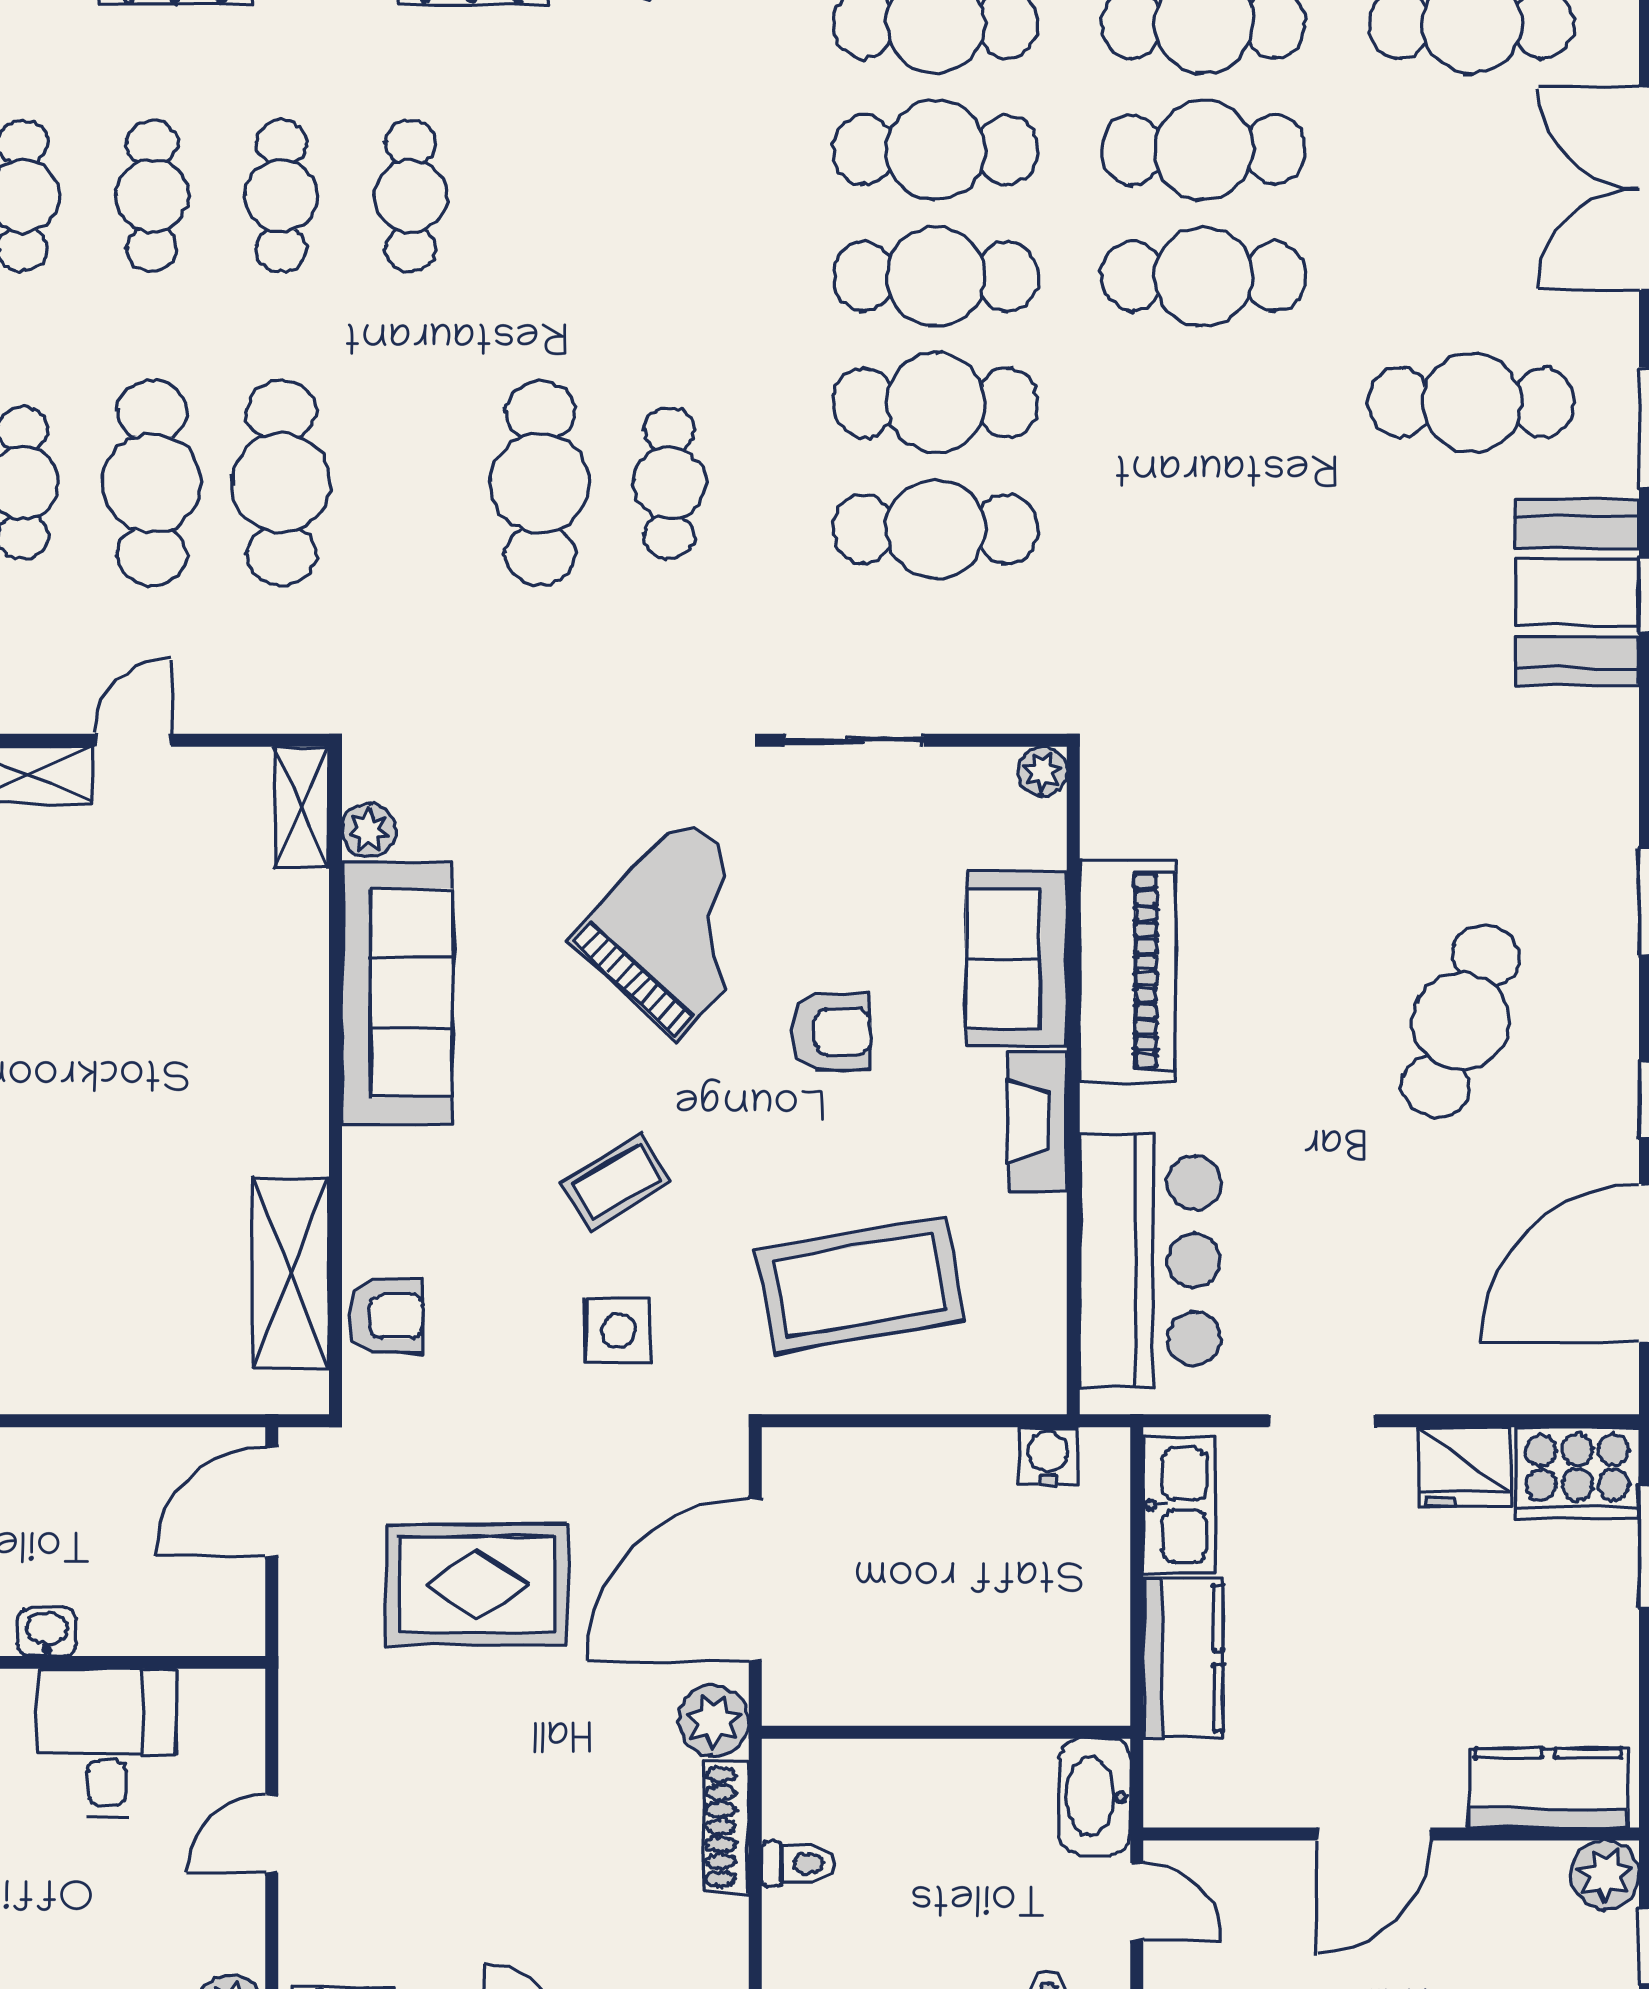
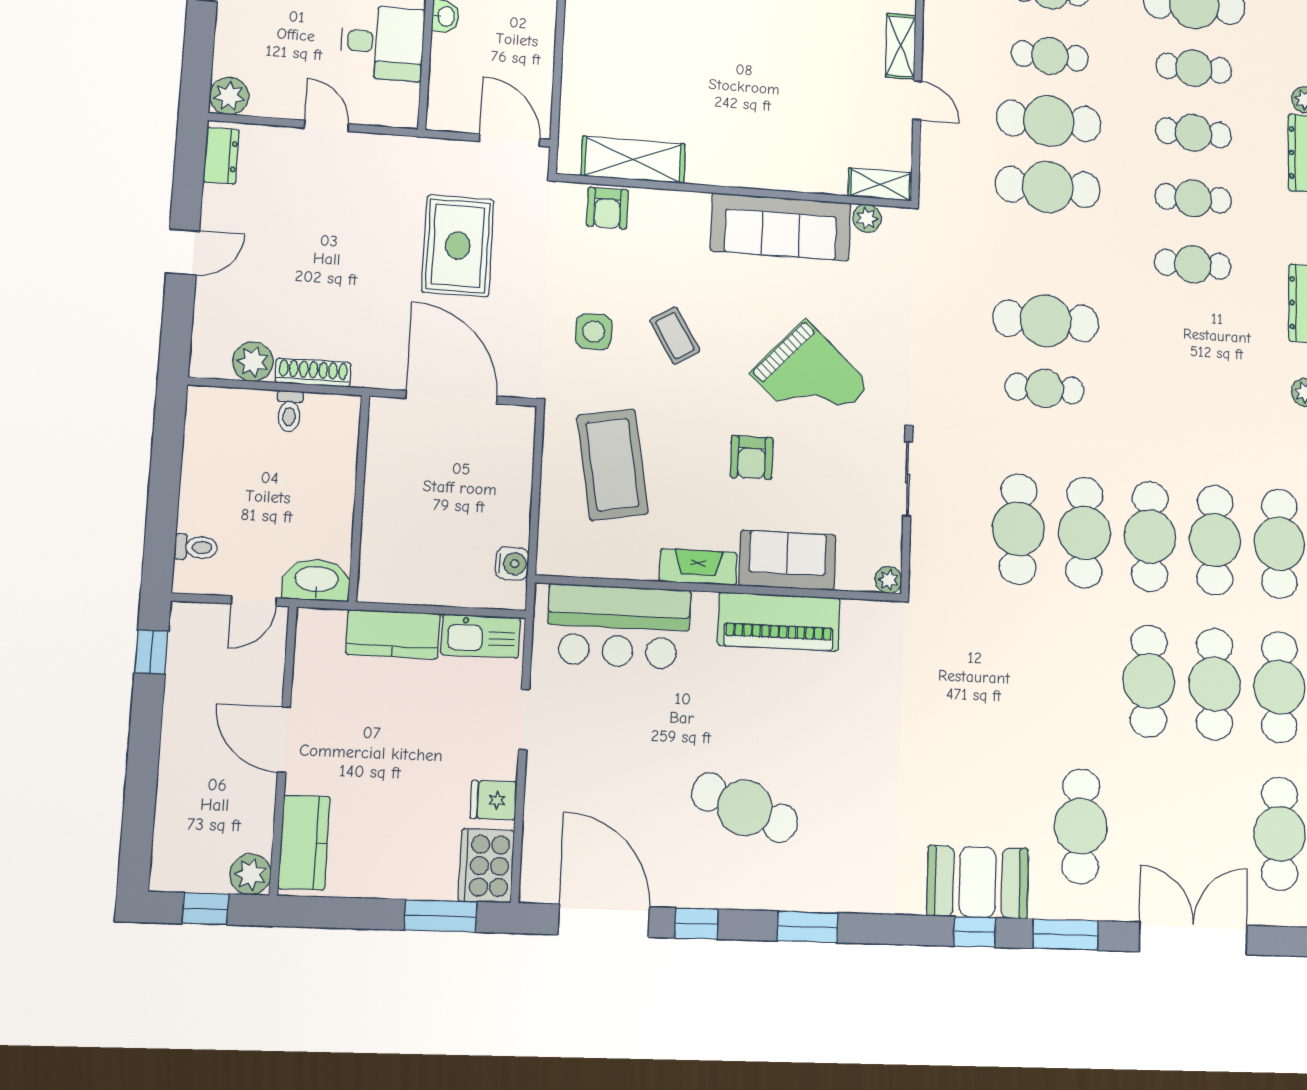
fridge: (1464, 1467) -> (494, 800), width x0.72
plant: (713, 1721) -> (253, 362), moved

